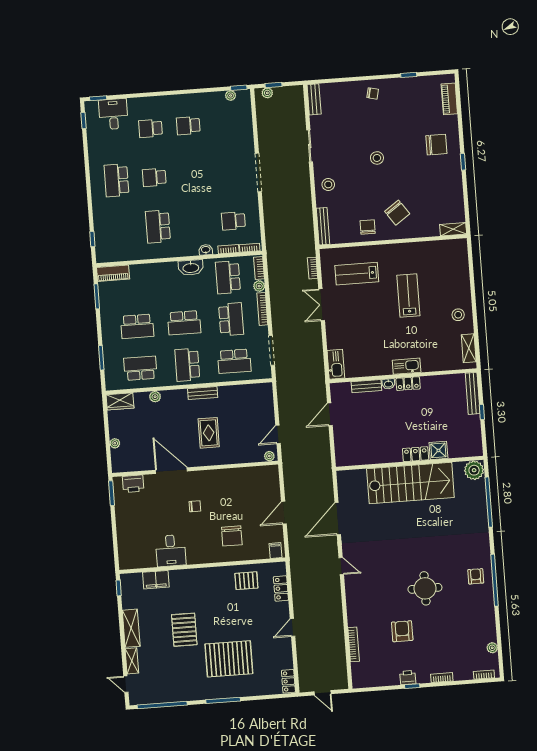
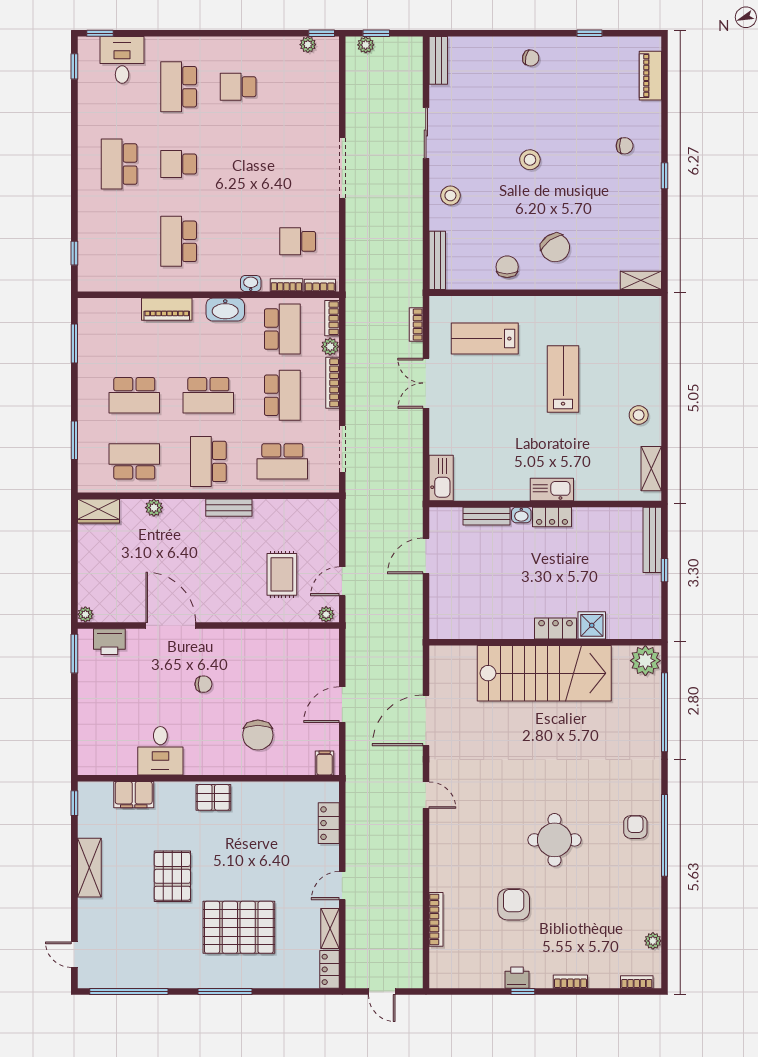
school desk: (151, 128) -> (179, 87), width x1.85
chair: (436, 145) -> (625, 146), width x0.54, depth x0.54
piano: (113, 273) -> (167, 309), moved
school desk: (228, 277) -> (282, 329), turned 180
rug: (209, 433) -> (282, 574), moved
plant: (115, 443) -> (85, 614), moved
pallet: (246, 581) -> (213, 797), moved
shelving: (132, 661) -> (330, 929), moved

